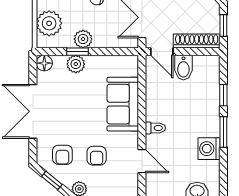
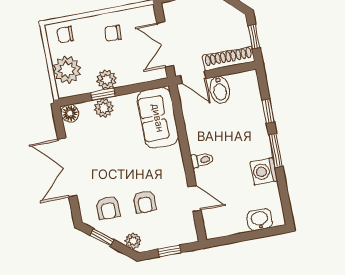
sofa: (123, 104) -> (158, 118), moved

